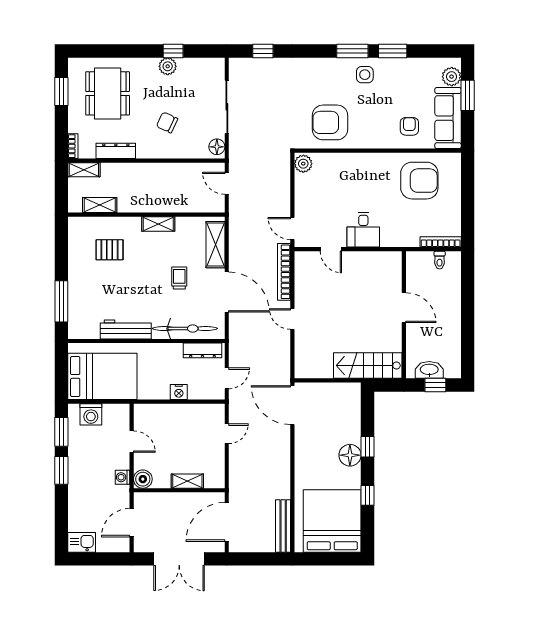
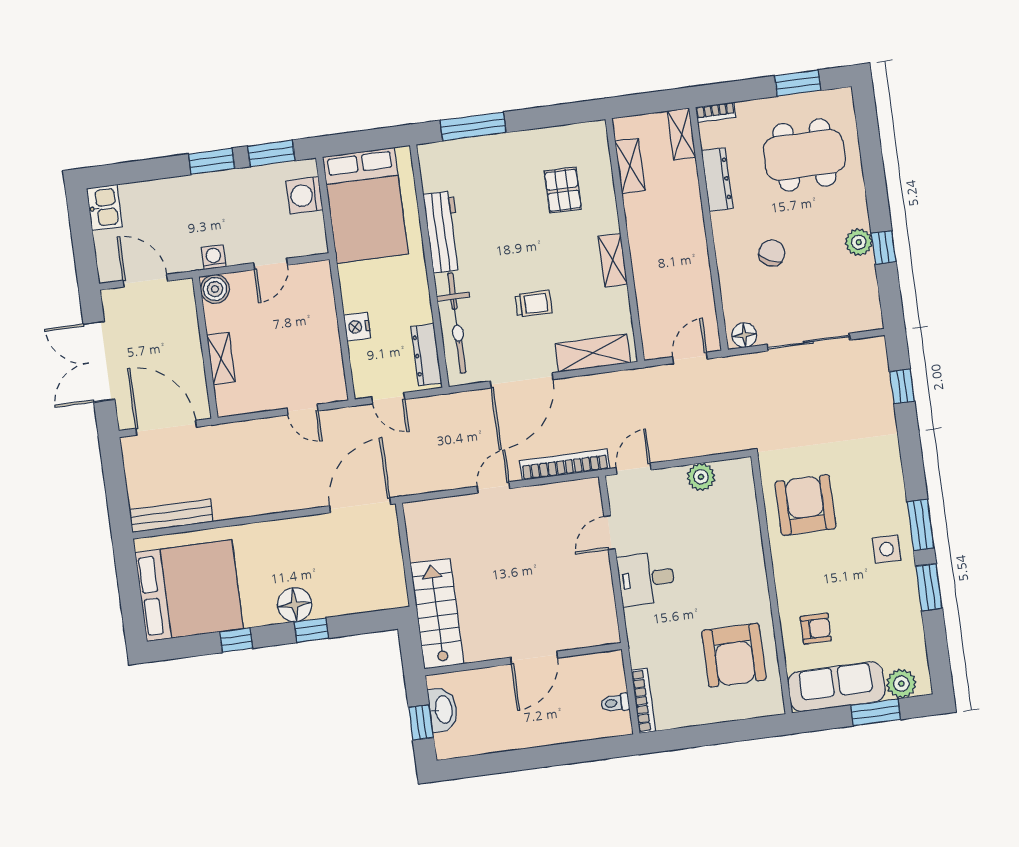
plant: (303, 164) -> (701, 477), moved

